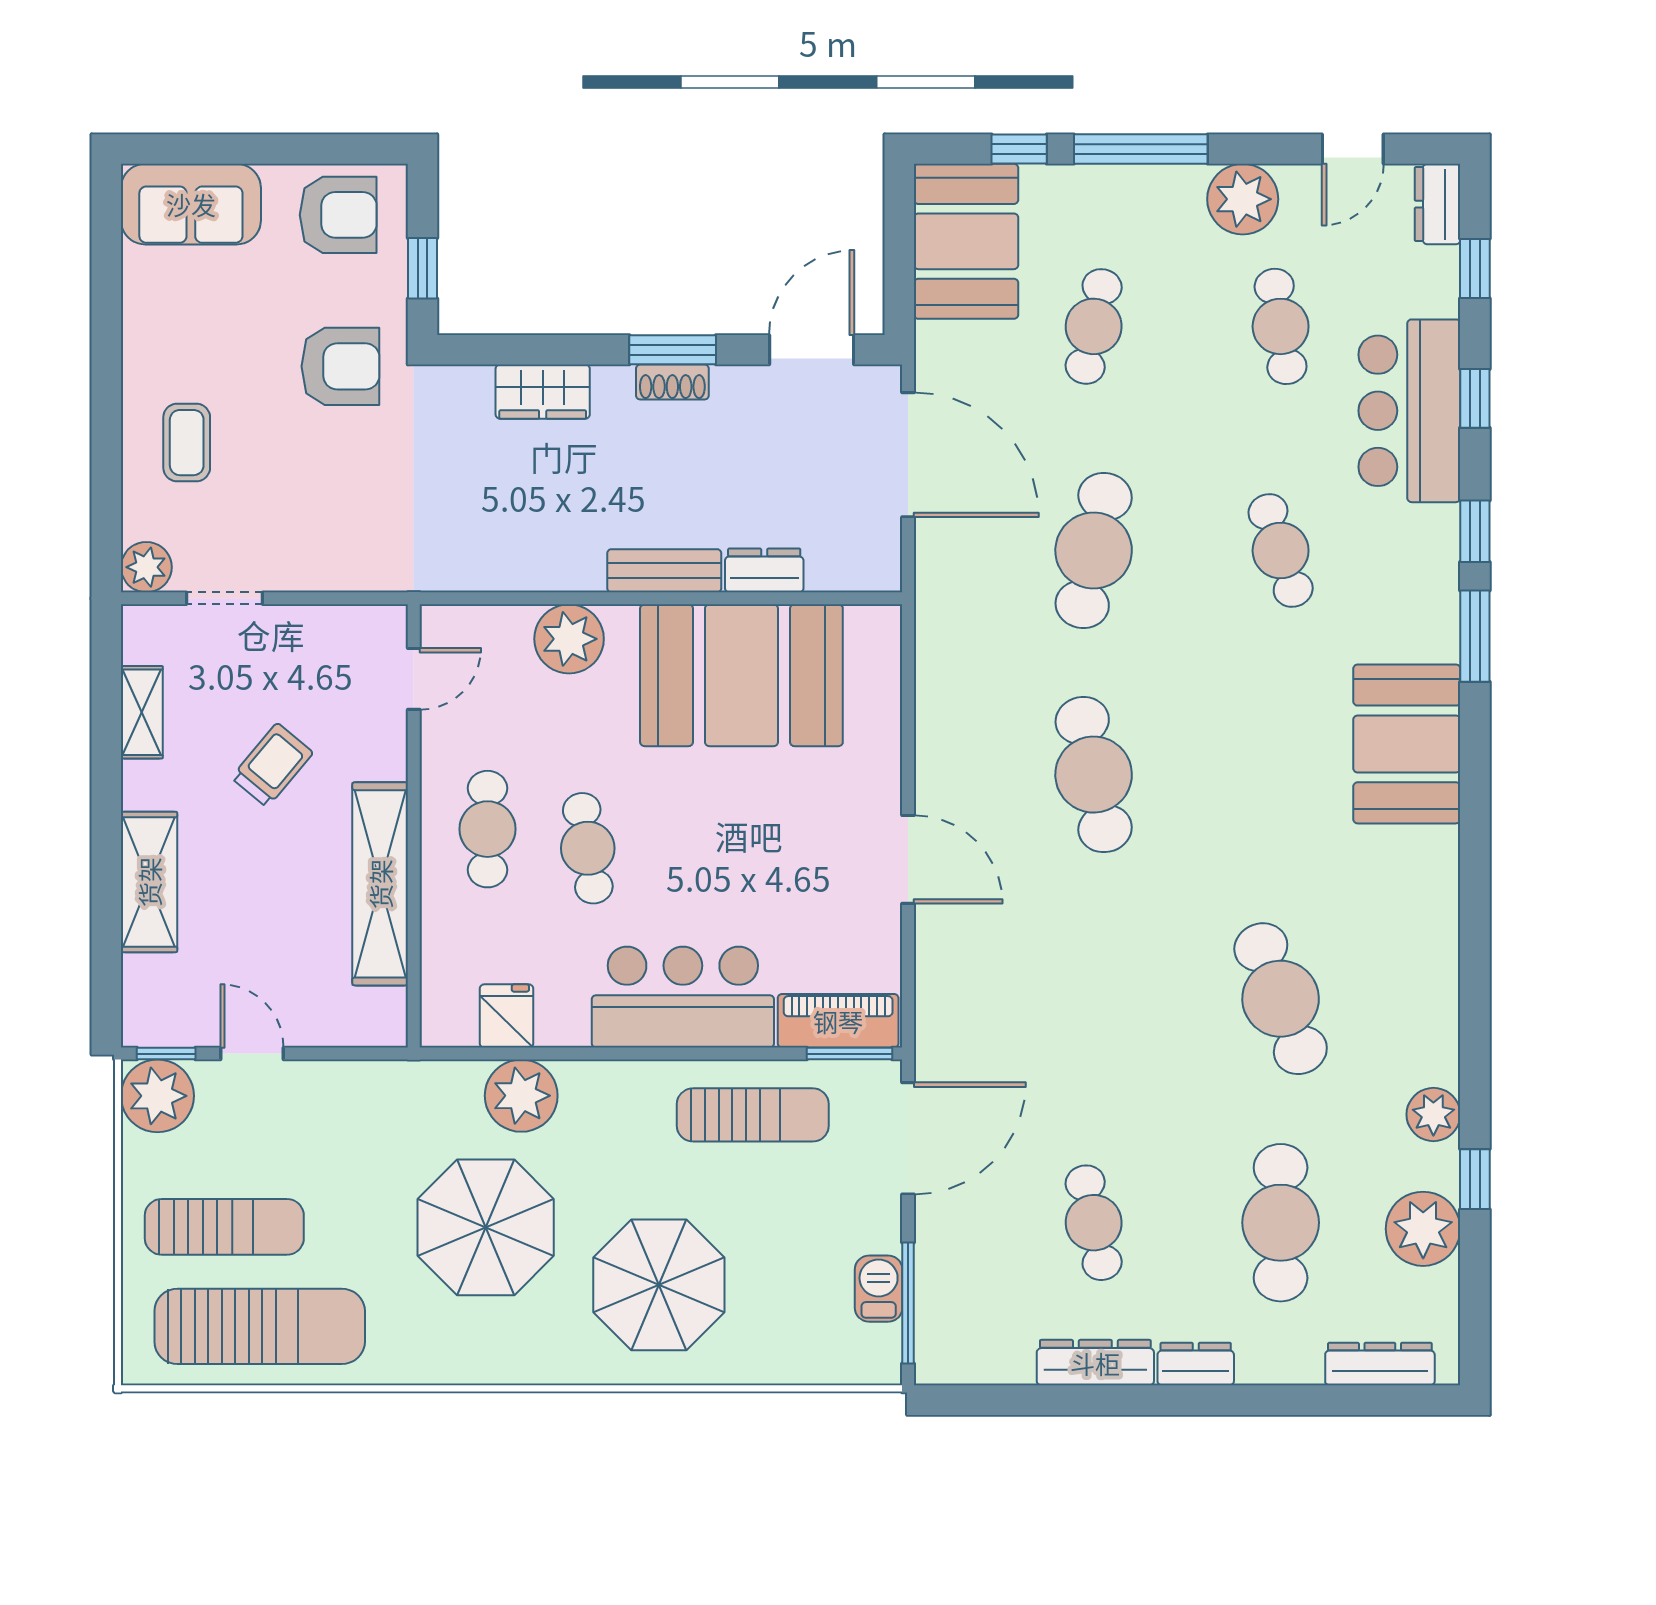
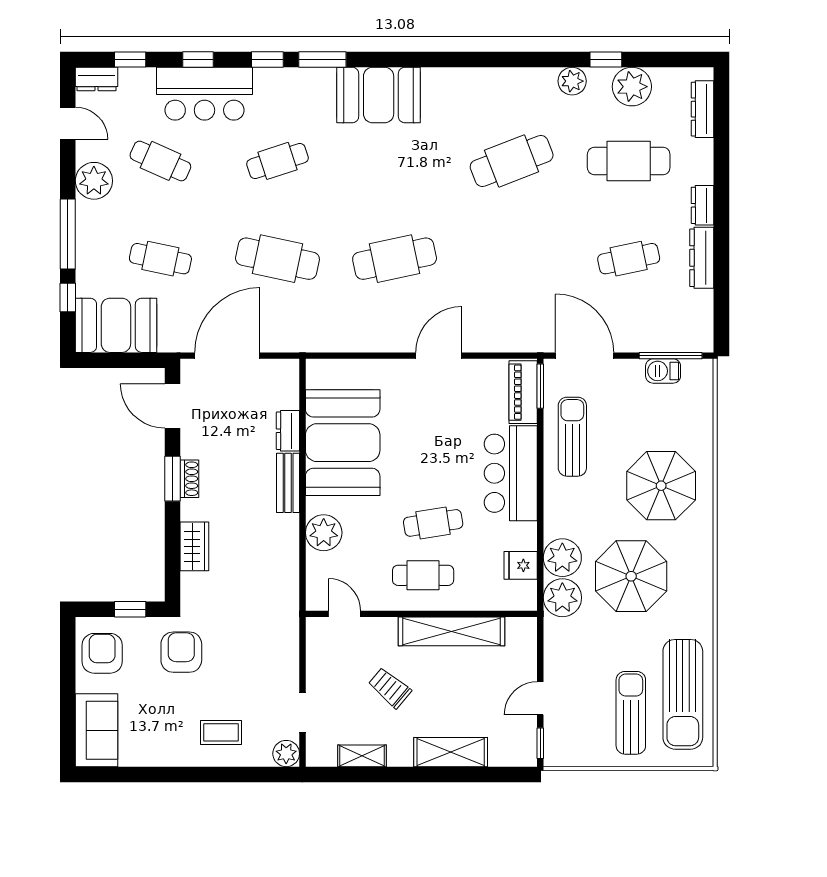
cafe table: (1281, 326) -> (160, 161), turned 33
plant: (157, 1096) -> (562, 598), moved
sun lounger: (260, 1326) -> (683, 694), turned 180

